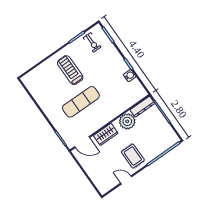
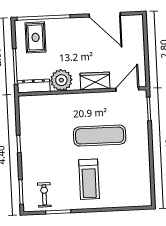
water cooler: (130, 76) -> (26, 130), removed
door: (82, 142) -> (127, 89), hinge flipped
rug: (133, 156) -> (36, 37), moved
door: (126, 180) -> (105, 15), width x1.87

